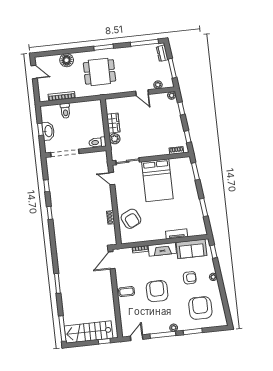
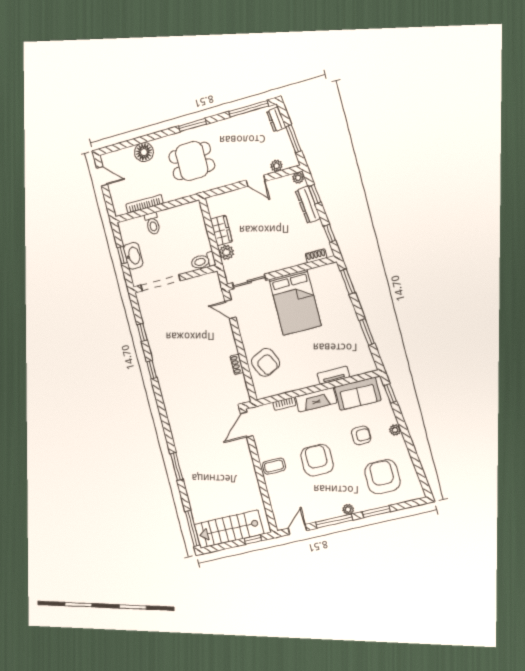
dresser: (176, 115) -> (308, 205), added

